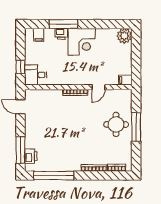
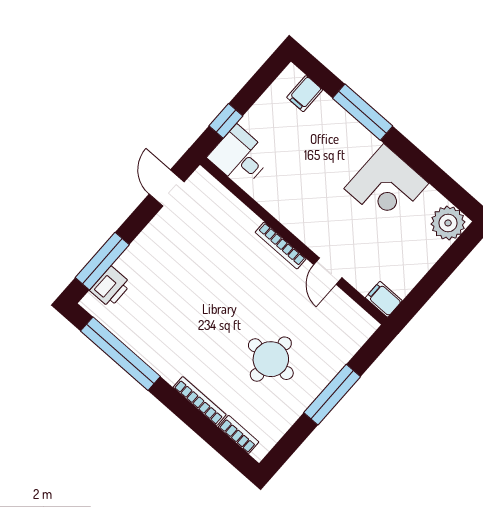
printer: (61, 34) -> (344, 125), removed
corner desk: (82, 42) -> (386, 186), moved
door: (98, 87) -> (328, 271), hinge flipped
round table: (116, 124) -> (271, 359), moved

